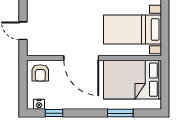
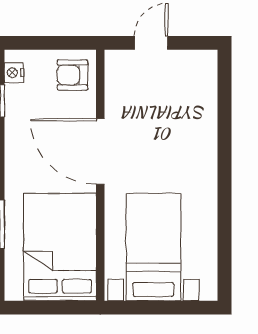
door: (81, 58) -> (100, 151), hinge flipped

